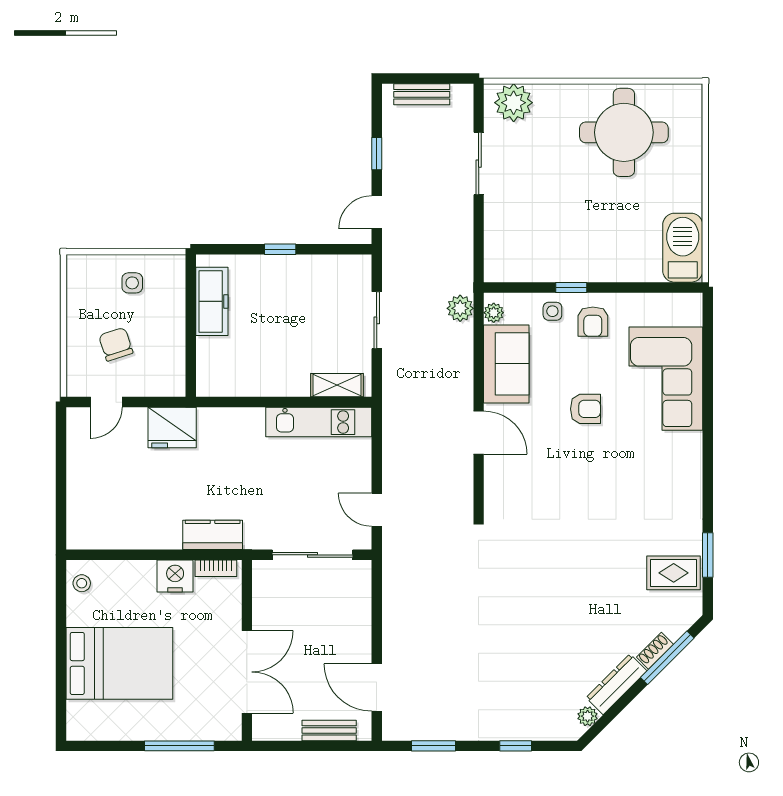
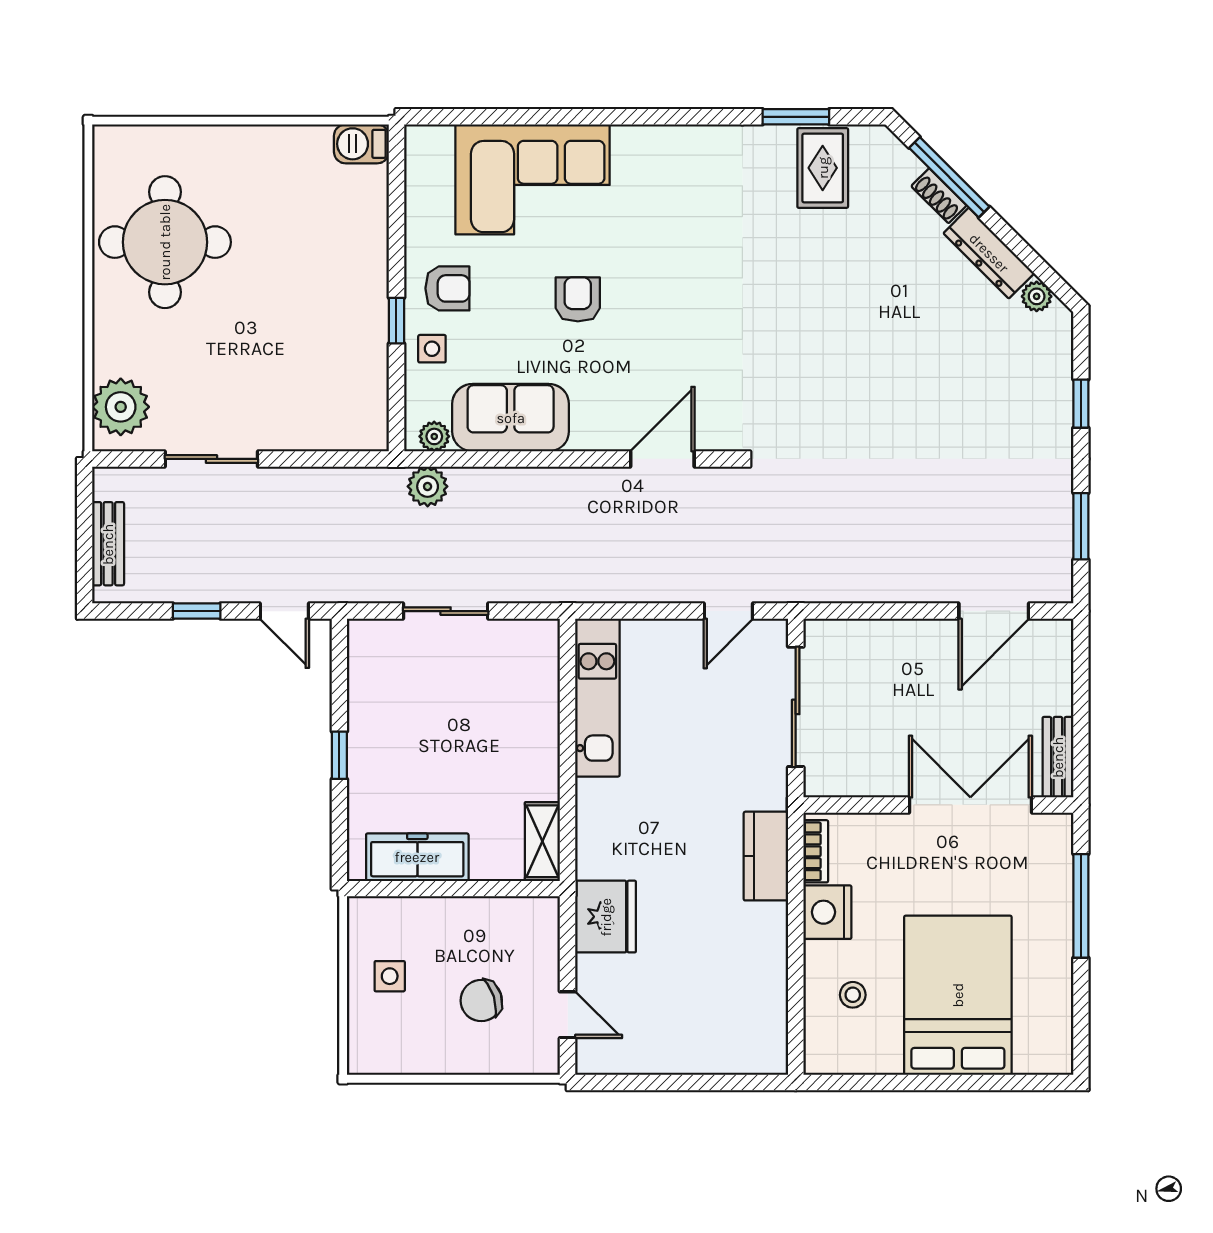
barbecue: (683, 248) -> (361, 144), width x0.53, depth x0.65
shelving: (337, 385) -> (542, 841), moved
door: (479, 433) -> (662, 459), moved
stool: (82, 583) -> (853, 995), moved
bench: (329, 730) -> (1058, 757), moved

